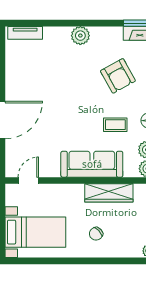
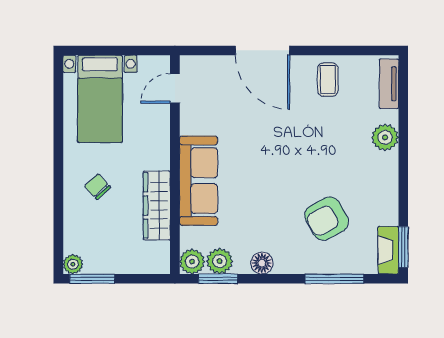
plant: (80, 36) -> (385, 137), moved
coffee table: (115, 125) -> (328, 80), moved
door: (28, 180) -> (175, 88), swing flipped

